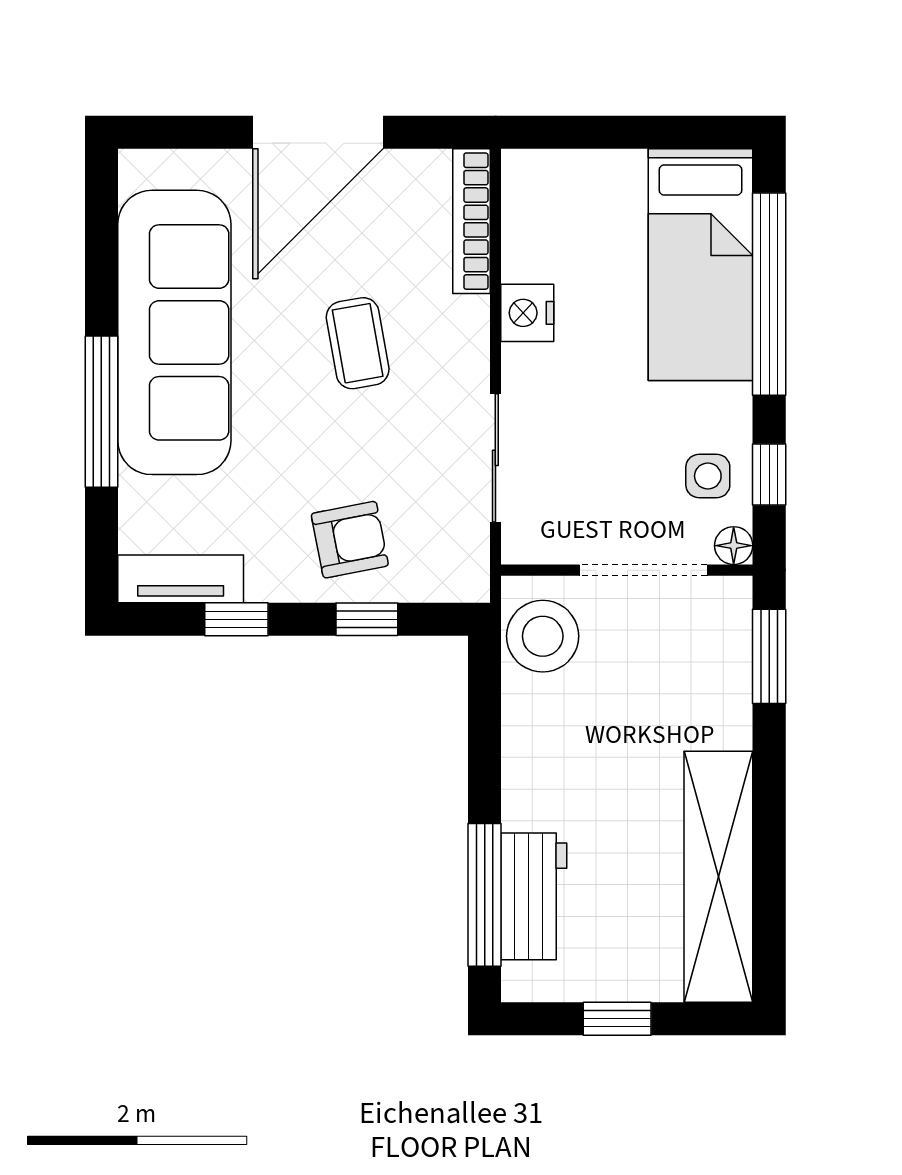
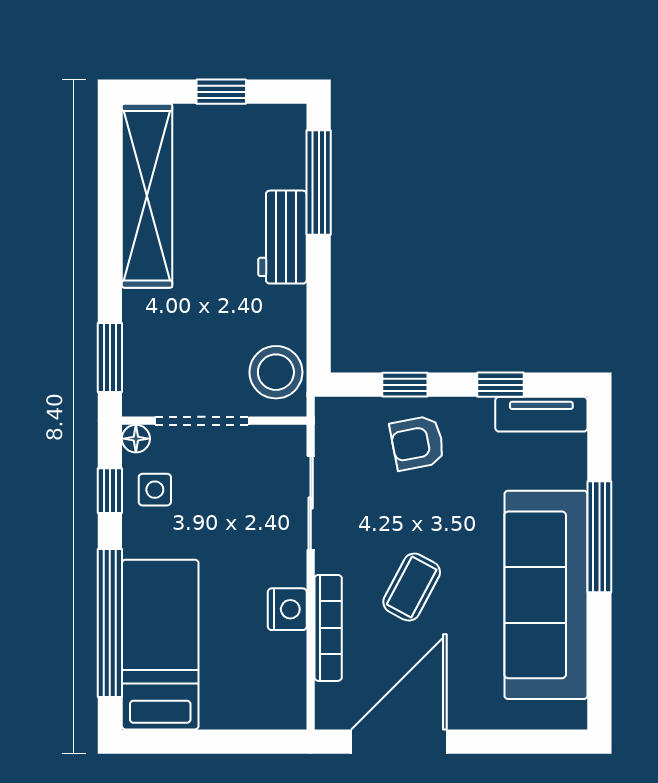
door: (318, 132) -> (399, 742), moved
bookcase: (471, 221) -> (328, 628), moved
coffee table: (358, 343) -> (412, 587), turned 38
workbench: (534, 896) -> (282, 237), moved

